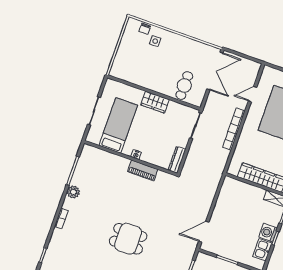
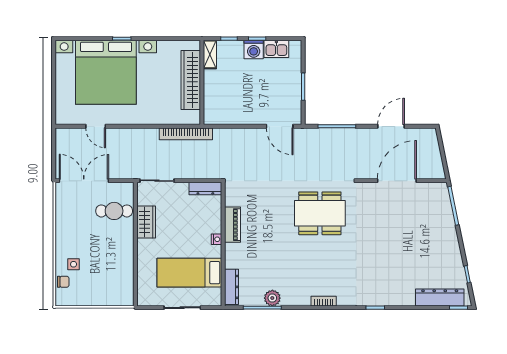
wardrobe: (155, 102) -> (146, 222), moved
bookcase: (234, 129) -> (186, 134), moved
dresser: (96, 153) -> (232, 287), added
plant: (73, 192) -> (272, 298), moved
dining table: (128, 239) -> (320, 213), width x1.37

